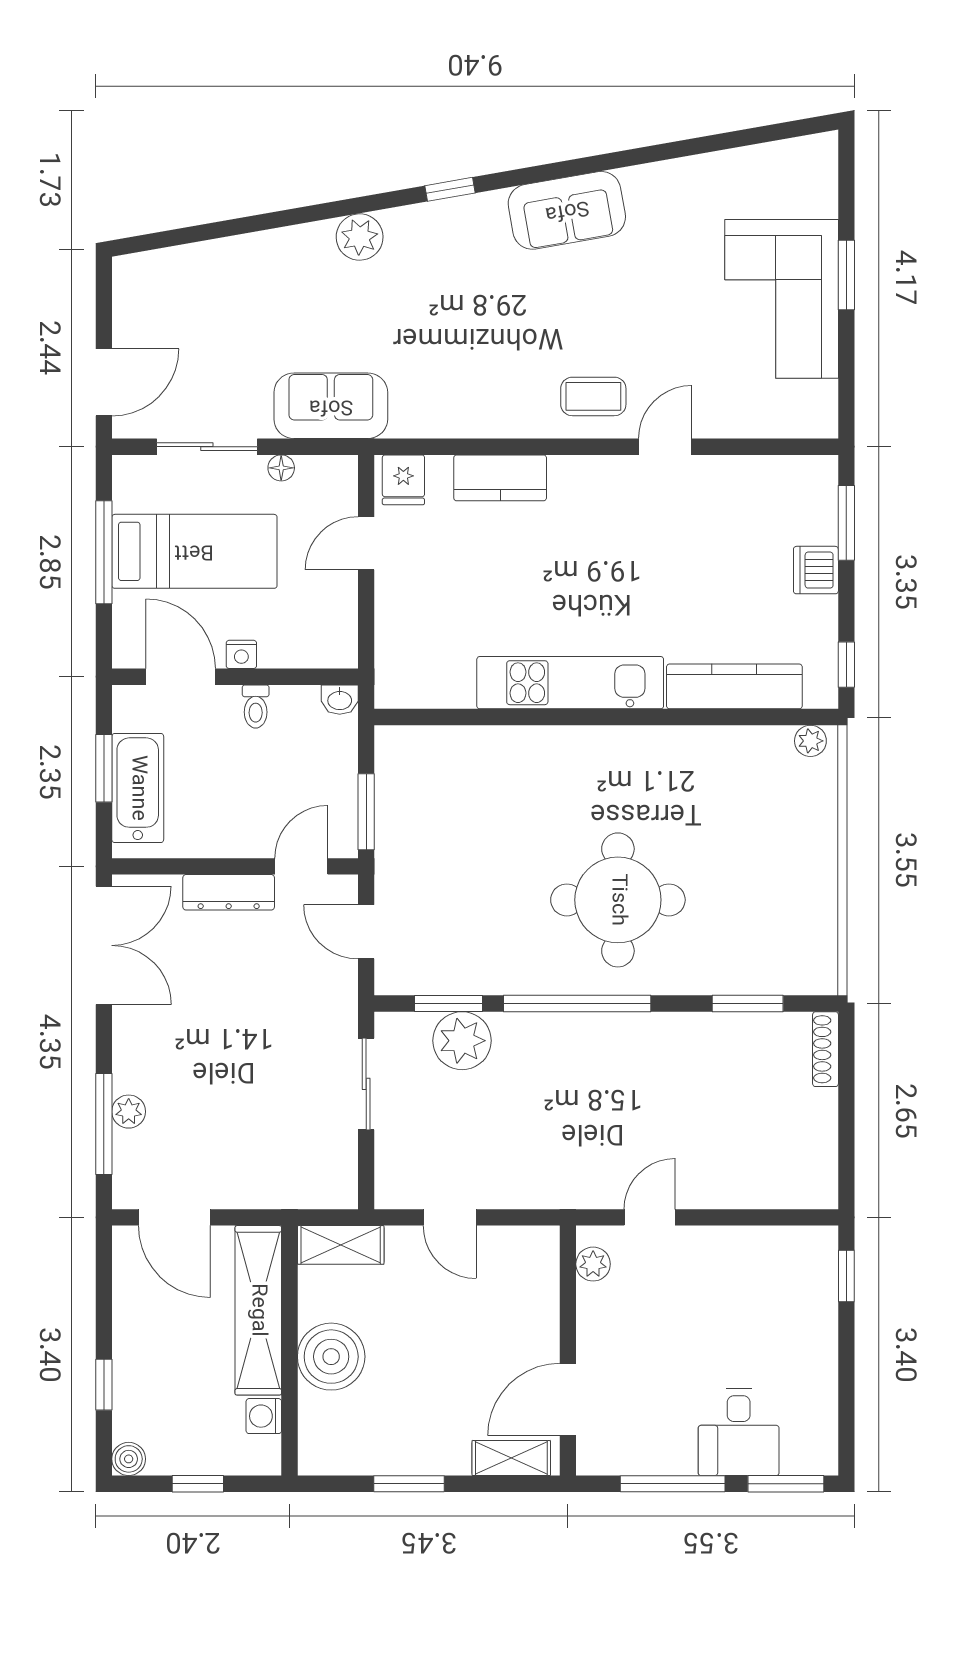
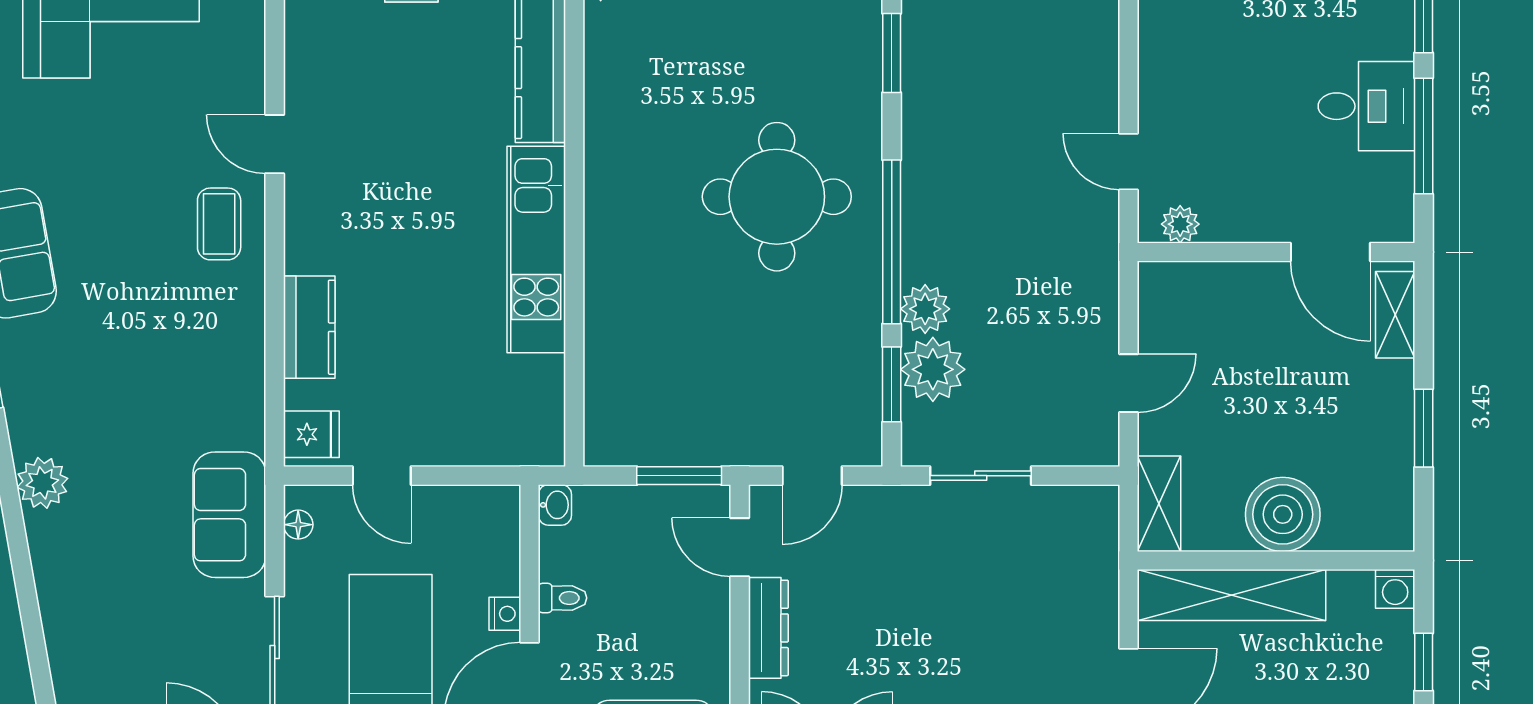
floor lamp: (281, 468) -> (298, 525), moved
plant: (517, 1034) -> (925, 309), added
washing machine: (264, 1416) -> (1395, 589), moved
desk: (739, 1432) -> (1366, 106), moved

